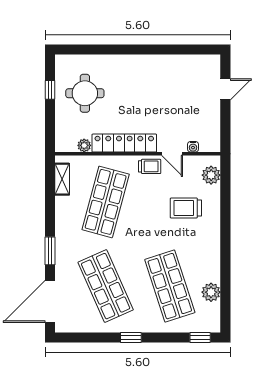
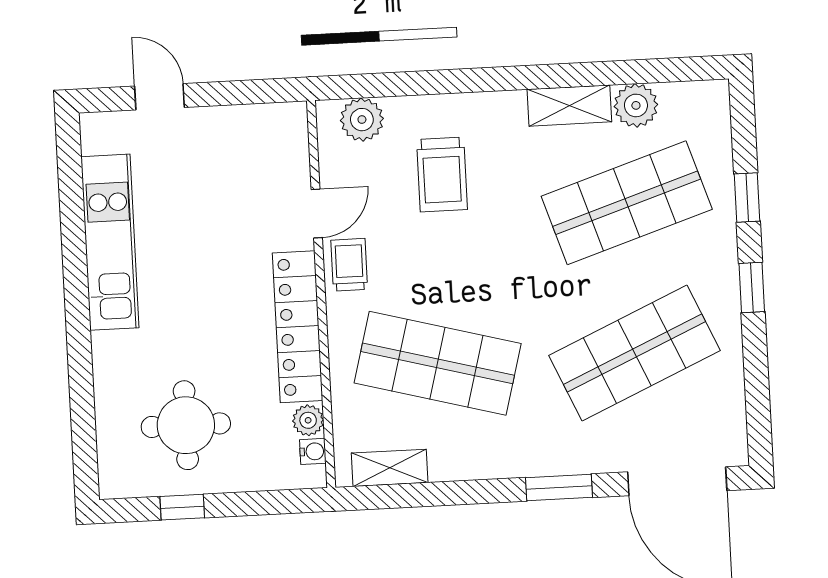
kitchen unit: (165, 65) -> (110, 242), added
water cooler: (193, 147) -> (313, 451), moved
shelving: (213, 264) -> (569, 106), added
window: (200, 337) -> (747, 197), moved

